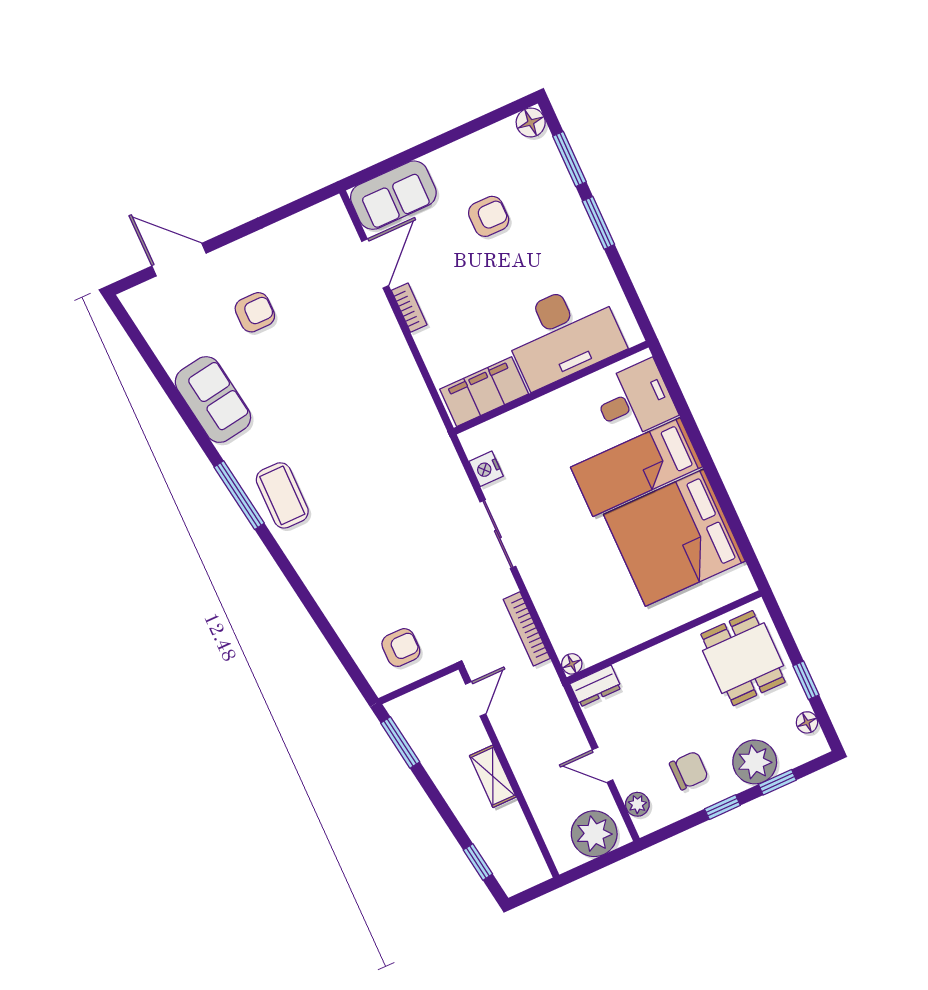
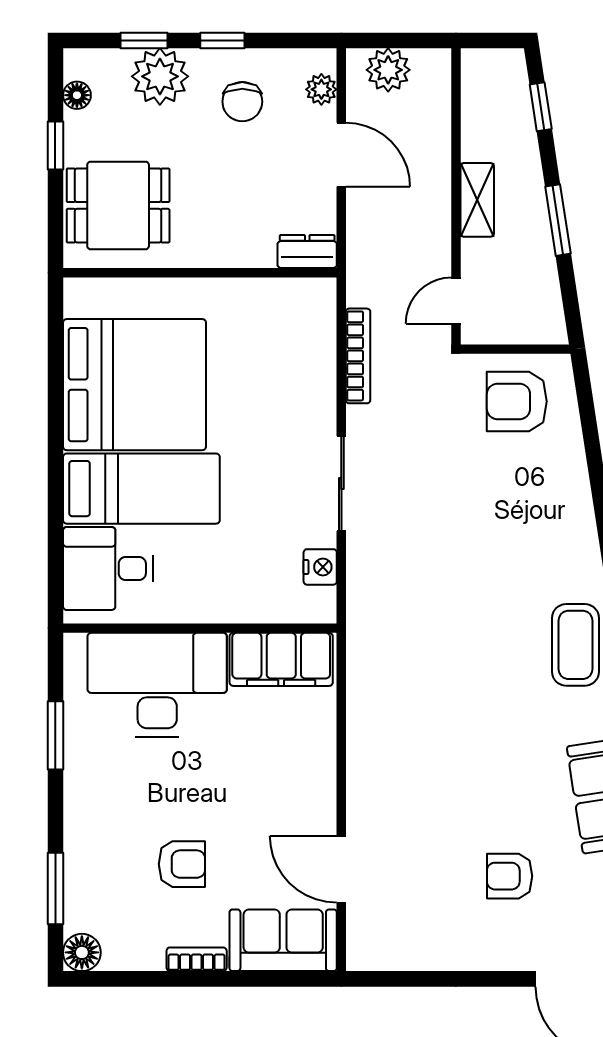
armchair: (489, 216) -> (182, 864), turned 180
window: (598, 223) -> (55, 735), moved
door: (375, 264) -> (341, 869), hinge flipped
bookcase: (409, 308) -> (197, 959), moved, turned 90
armchair: (401, 648) -> (517, 401), width x1.38, depth x1.38
dining table: (743, 658) -> (118, 205), turned 90
floor lamp: (572, 664) -> (324, 290), removed
window: (400, 742) -> (558, 220), moved
door: (603, 765) -> (341, 155), width x1.37
chair: (689, 771) -> (242, 102), turned -90
plant: (594, 834) -> (388, 70), width x0.73, depth x0.73

